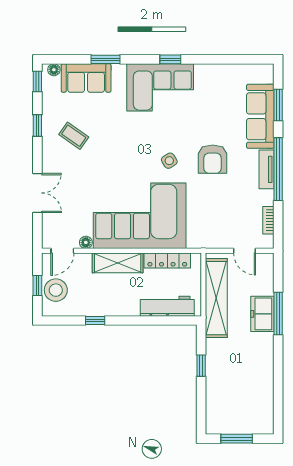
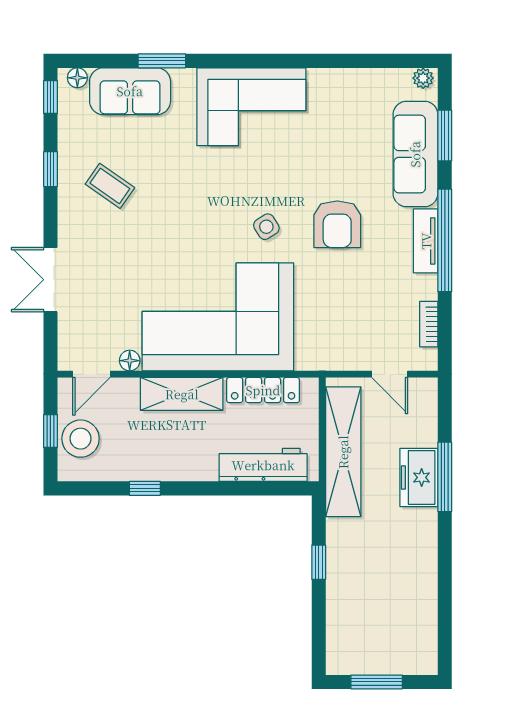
window: (170, 59) -> (268, 61), removed
plant: (265, 70) -> (423, 78), added
double door: (37, 193) -> (50, 280), swing flipped

